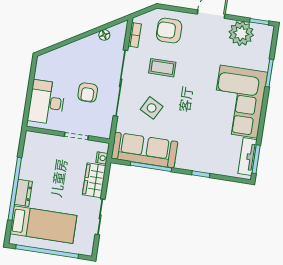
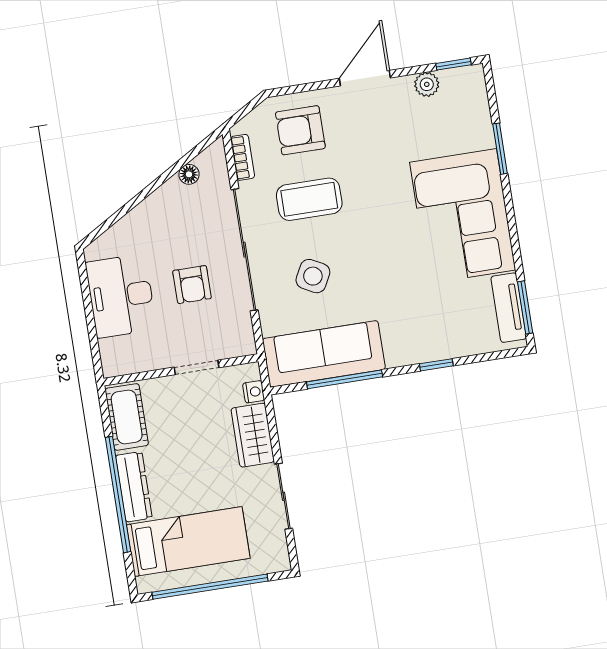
plant: (241, 33) -> (427, 84), width x0.53, depth x0.53
coffee table: (162, 68) -> (309, 199), width x1.36, depth x1.30
desk: (47, 102) -> (121, 296), moved
cot: (32, 150) -> (127, 417), added
dresser: (23, 193) -> (134, 487), width x1.44

